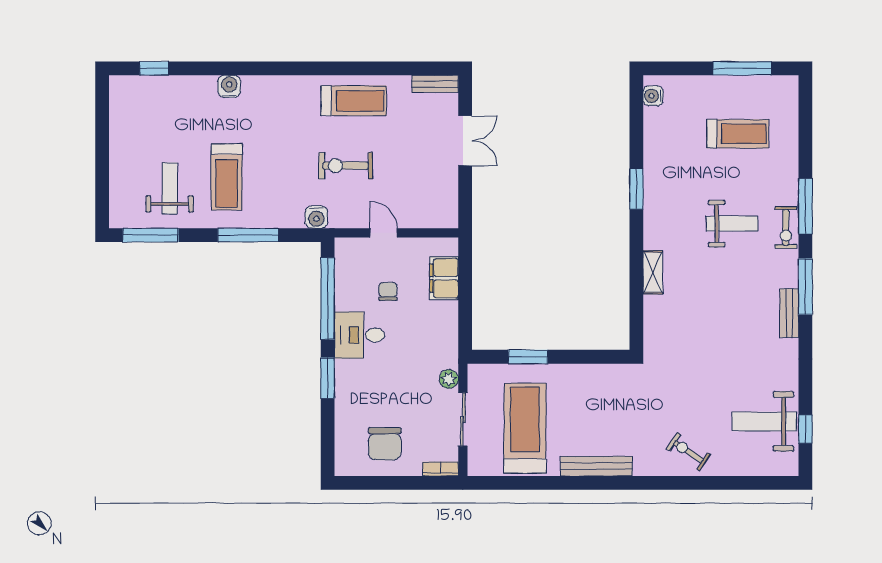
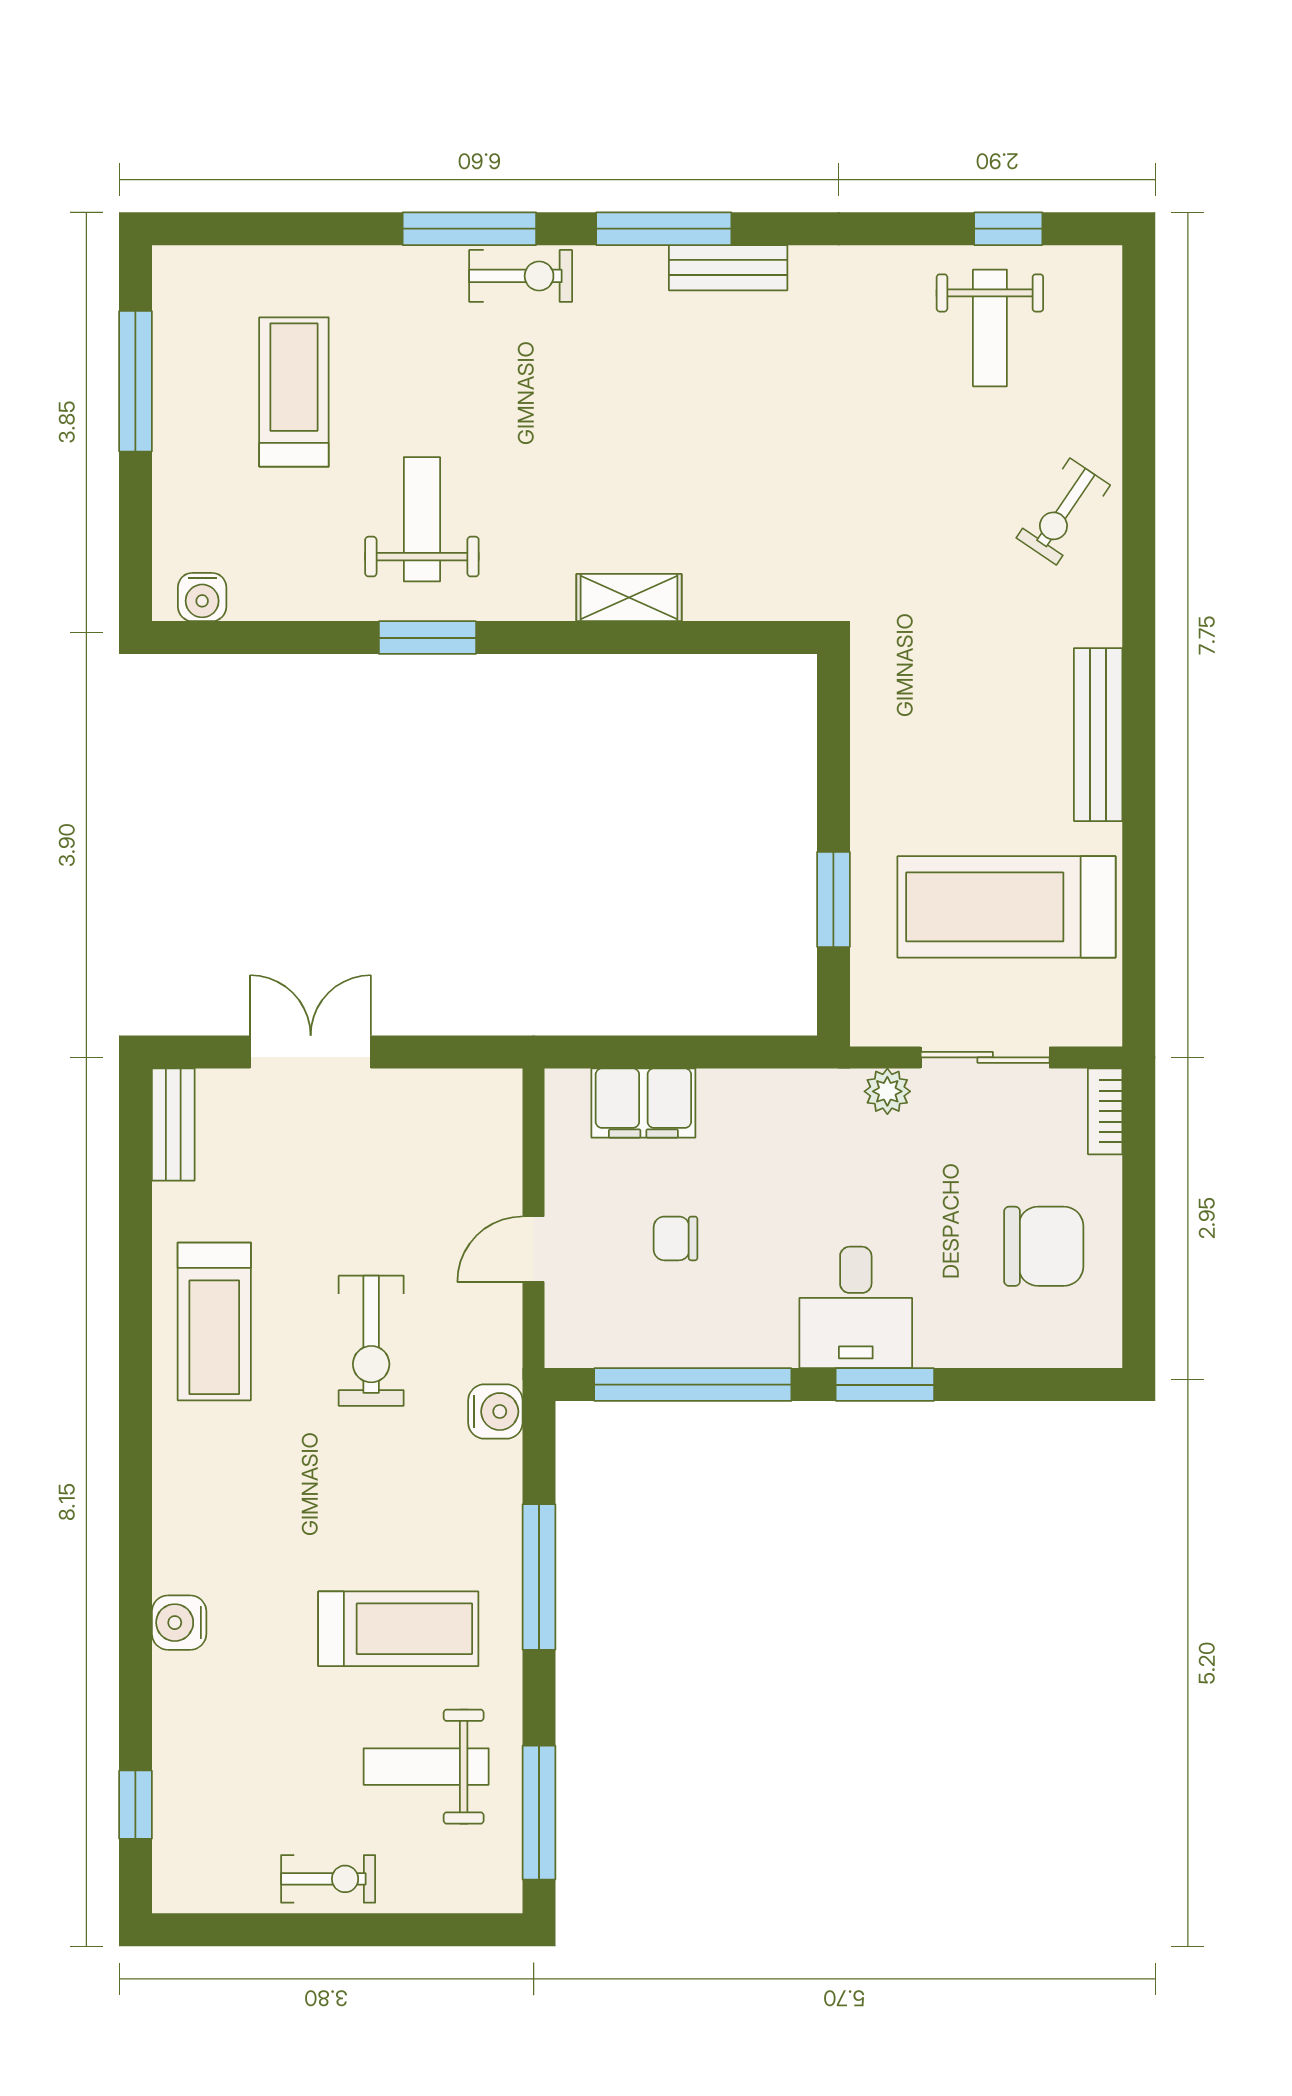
treadmill: (354, 101) -> (214, 1321), turned 180
exercise bike: (123, 148) -> (328, 1879), added
weight bench: (732, 224) -> (422, 519), moved
desk: (359, 335) -> (856, 1307), moved
weight bench: (764, 421) -> (990, 328), width x0.73, depth x0.75

